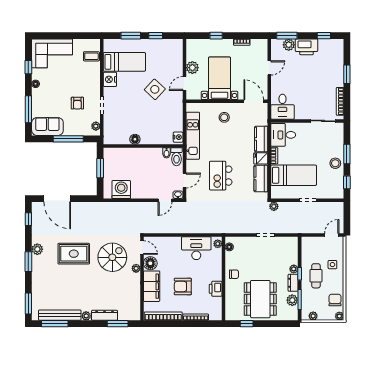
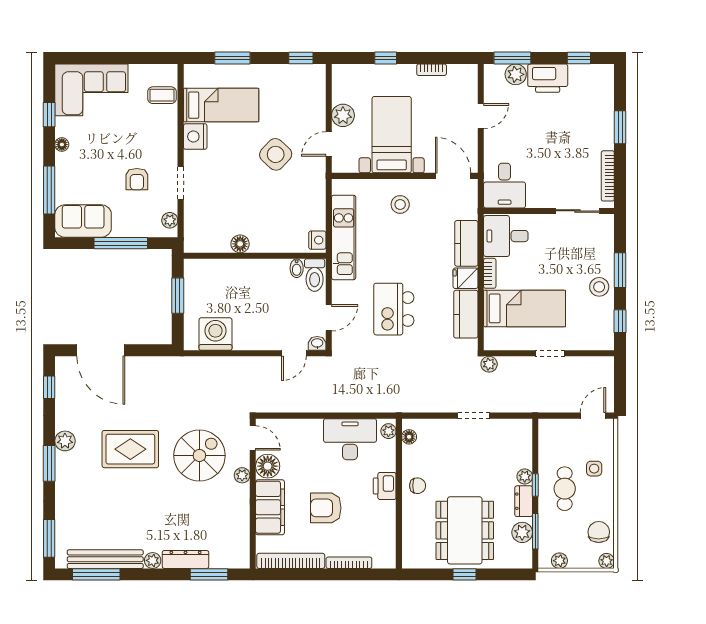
window: (156, 36) -> (301, 58), moved
printer: (216, 289) -> (385, 486), moved
window: (247, 324) -> (464, 574), moved

